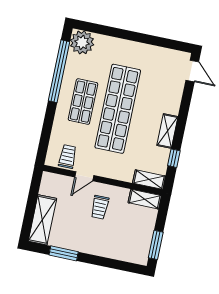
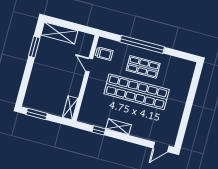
plant: (82, 42) -> (186, 69), removed
window: (59, 71) -> (142, 44), moved
shelving: (149, 180) -> (84, 112), removed
trolley: (100, 207) -> (66, 75), removed

